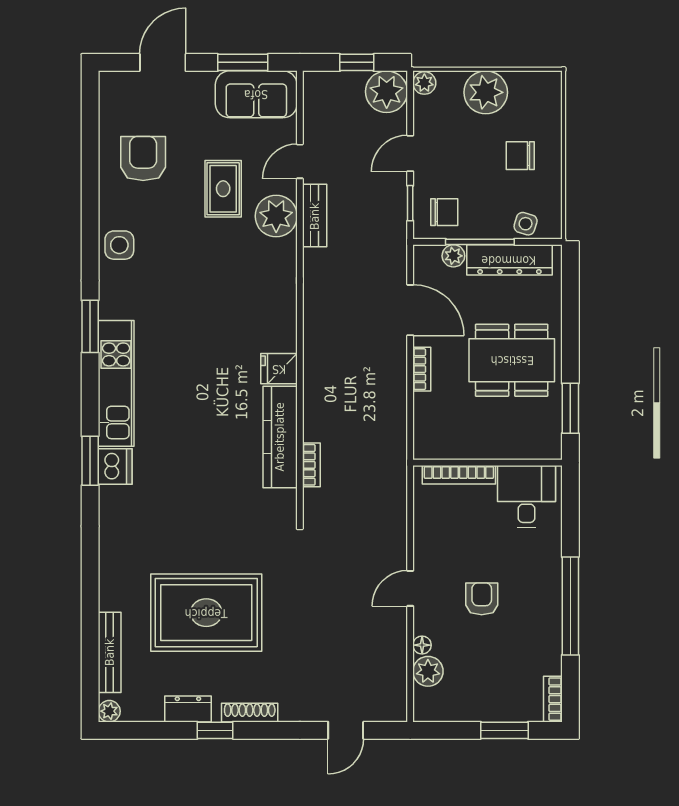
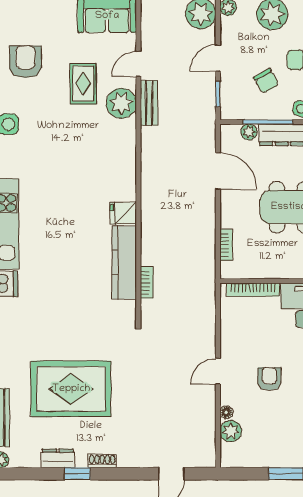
chair: (444, 212) -> (266, 81), moved, turned 60
bookcase: (422, 369) -> (226, 245), moved
shoe rack: (250, 713) -> (102, 461), width x0.70

